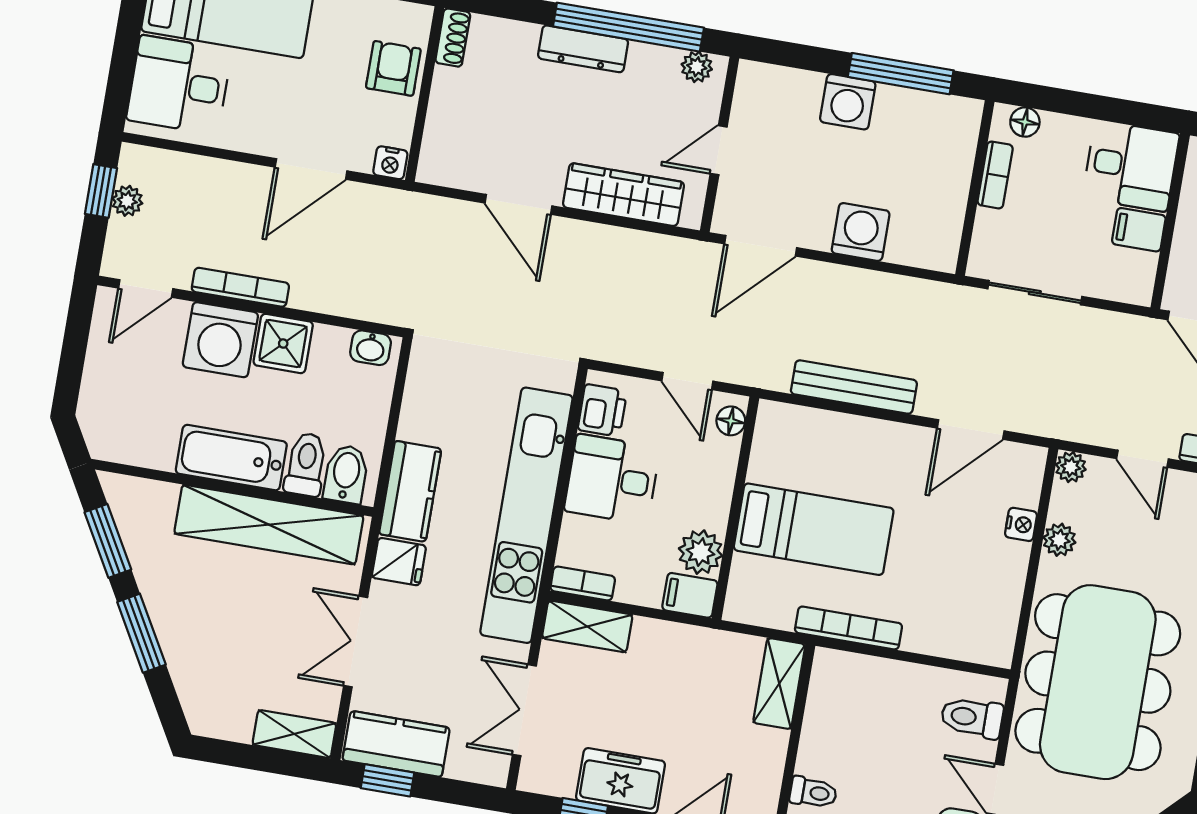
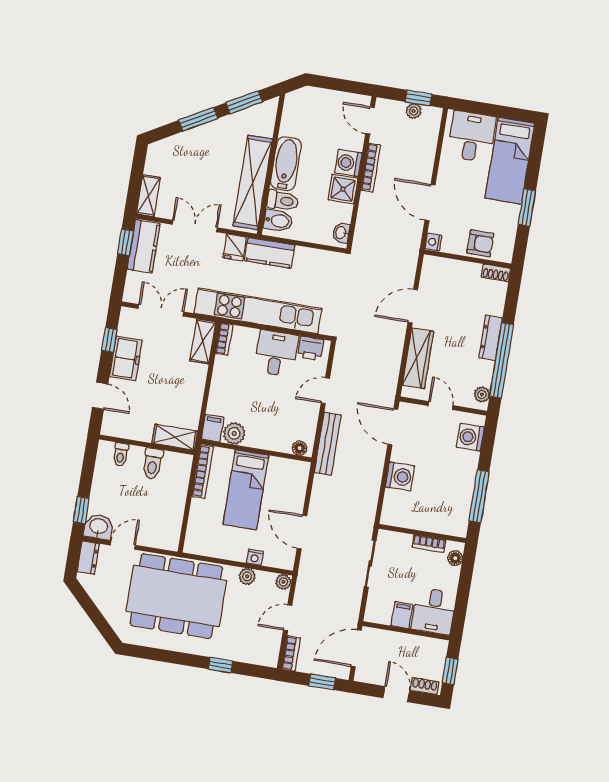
washing machine: (848, 102) -> (470, 437), moved
washing machine: (220, 340) -> (348, 163), width x0.73, depth x0.73
bench: (854, 387) -> (328, 444), moved
floor lamp: (731, 421) -> (300, 448), moved
wall: (735, 508) -> (256, 451), moved
bed: (814, 529) -> (246, 490), moved
plant: (701, 552) -> (234, 433), moved
filing cabinet: (690, 595) -> (213, 428), moved
toilet: (972, 718) -> (153, 463), moved, turned 180

